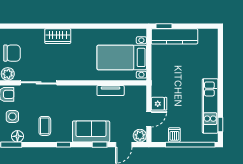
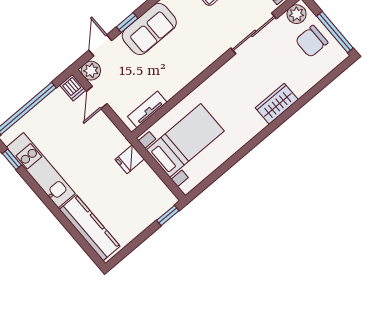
kitchen counter: (174, 36) -> (90, 228), moved, turned 90
tv unit: (111, 91) -> (147, 109), moved
fridge: (159, 104) -> (130, 159), moved
dishwasher: (174, 135) -> (73, 88), moved

